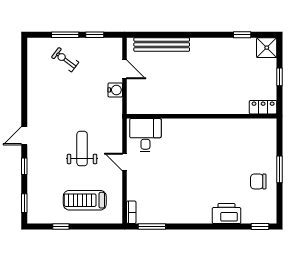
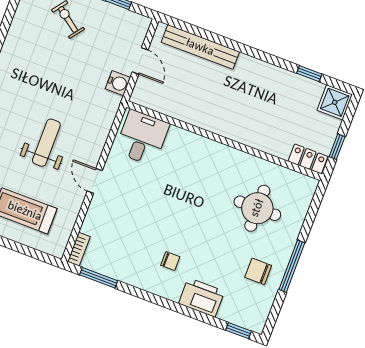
locker: (263, 107) -> (308, 159), moved
wall: (202, 116) -> (224, 141), moved
desk: (145, 135) -> (142, 138), moved
round table: (241, 139) -> (257, 208), added
window: (280, 169) -> (292, 266), width x1.44
chair: (196, 197) -> (170, 261), added

